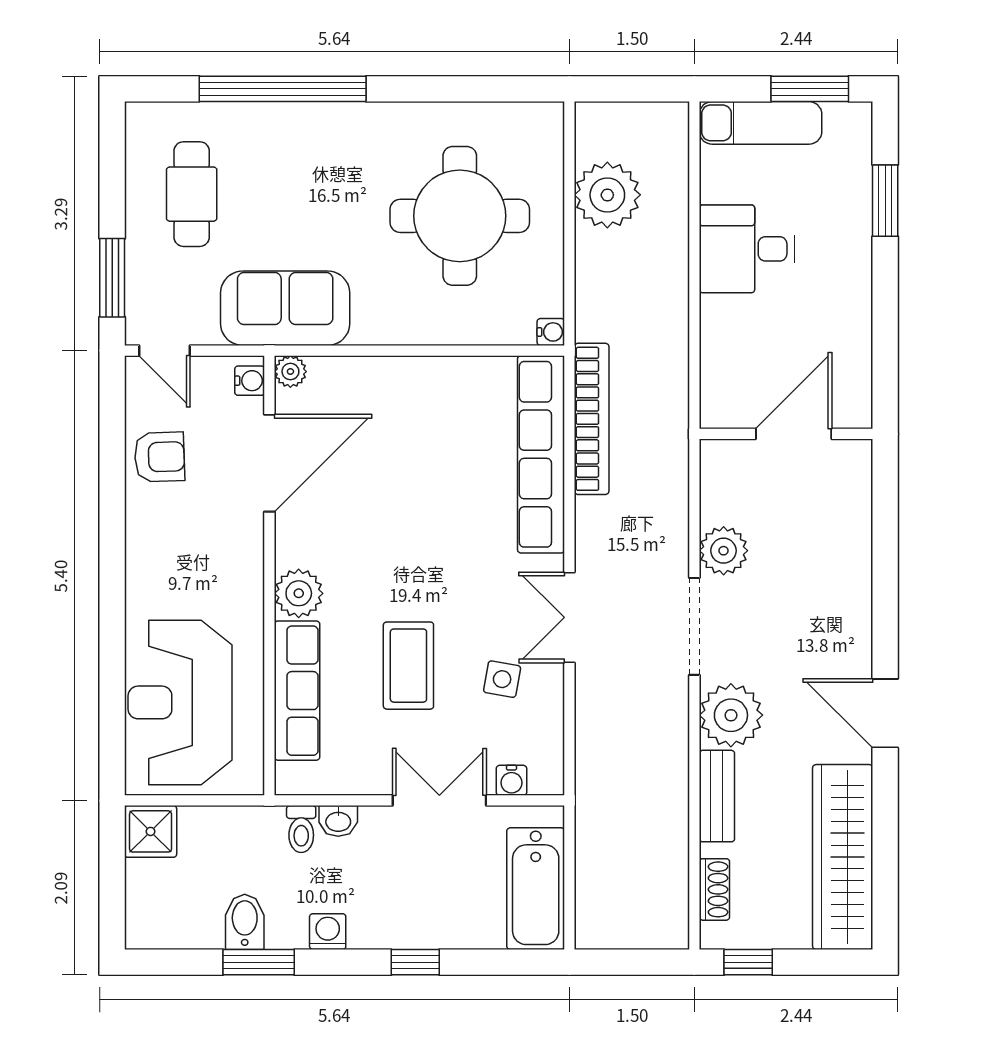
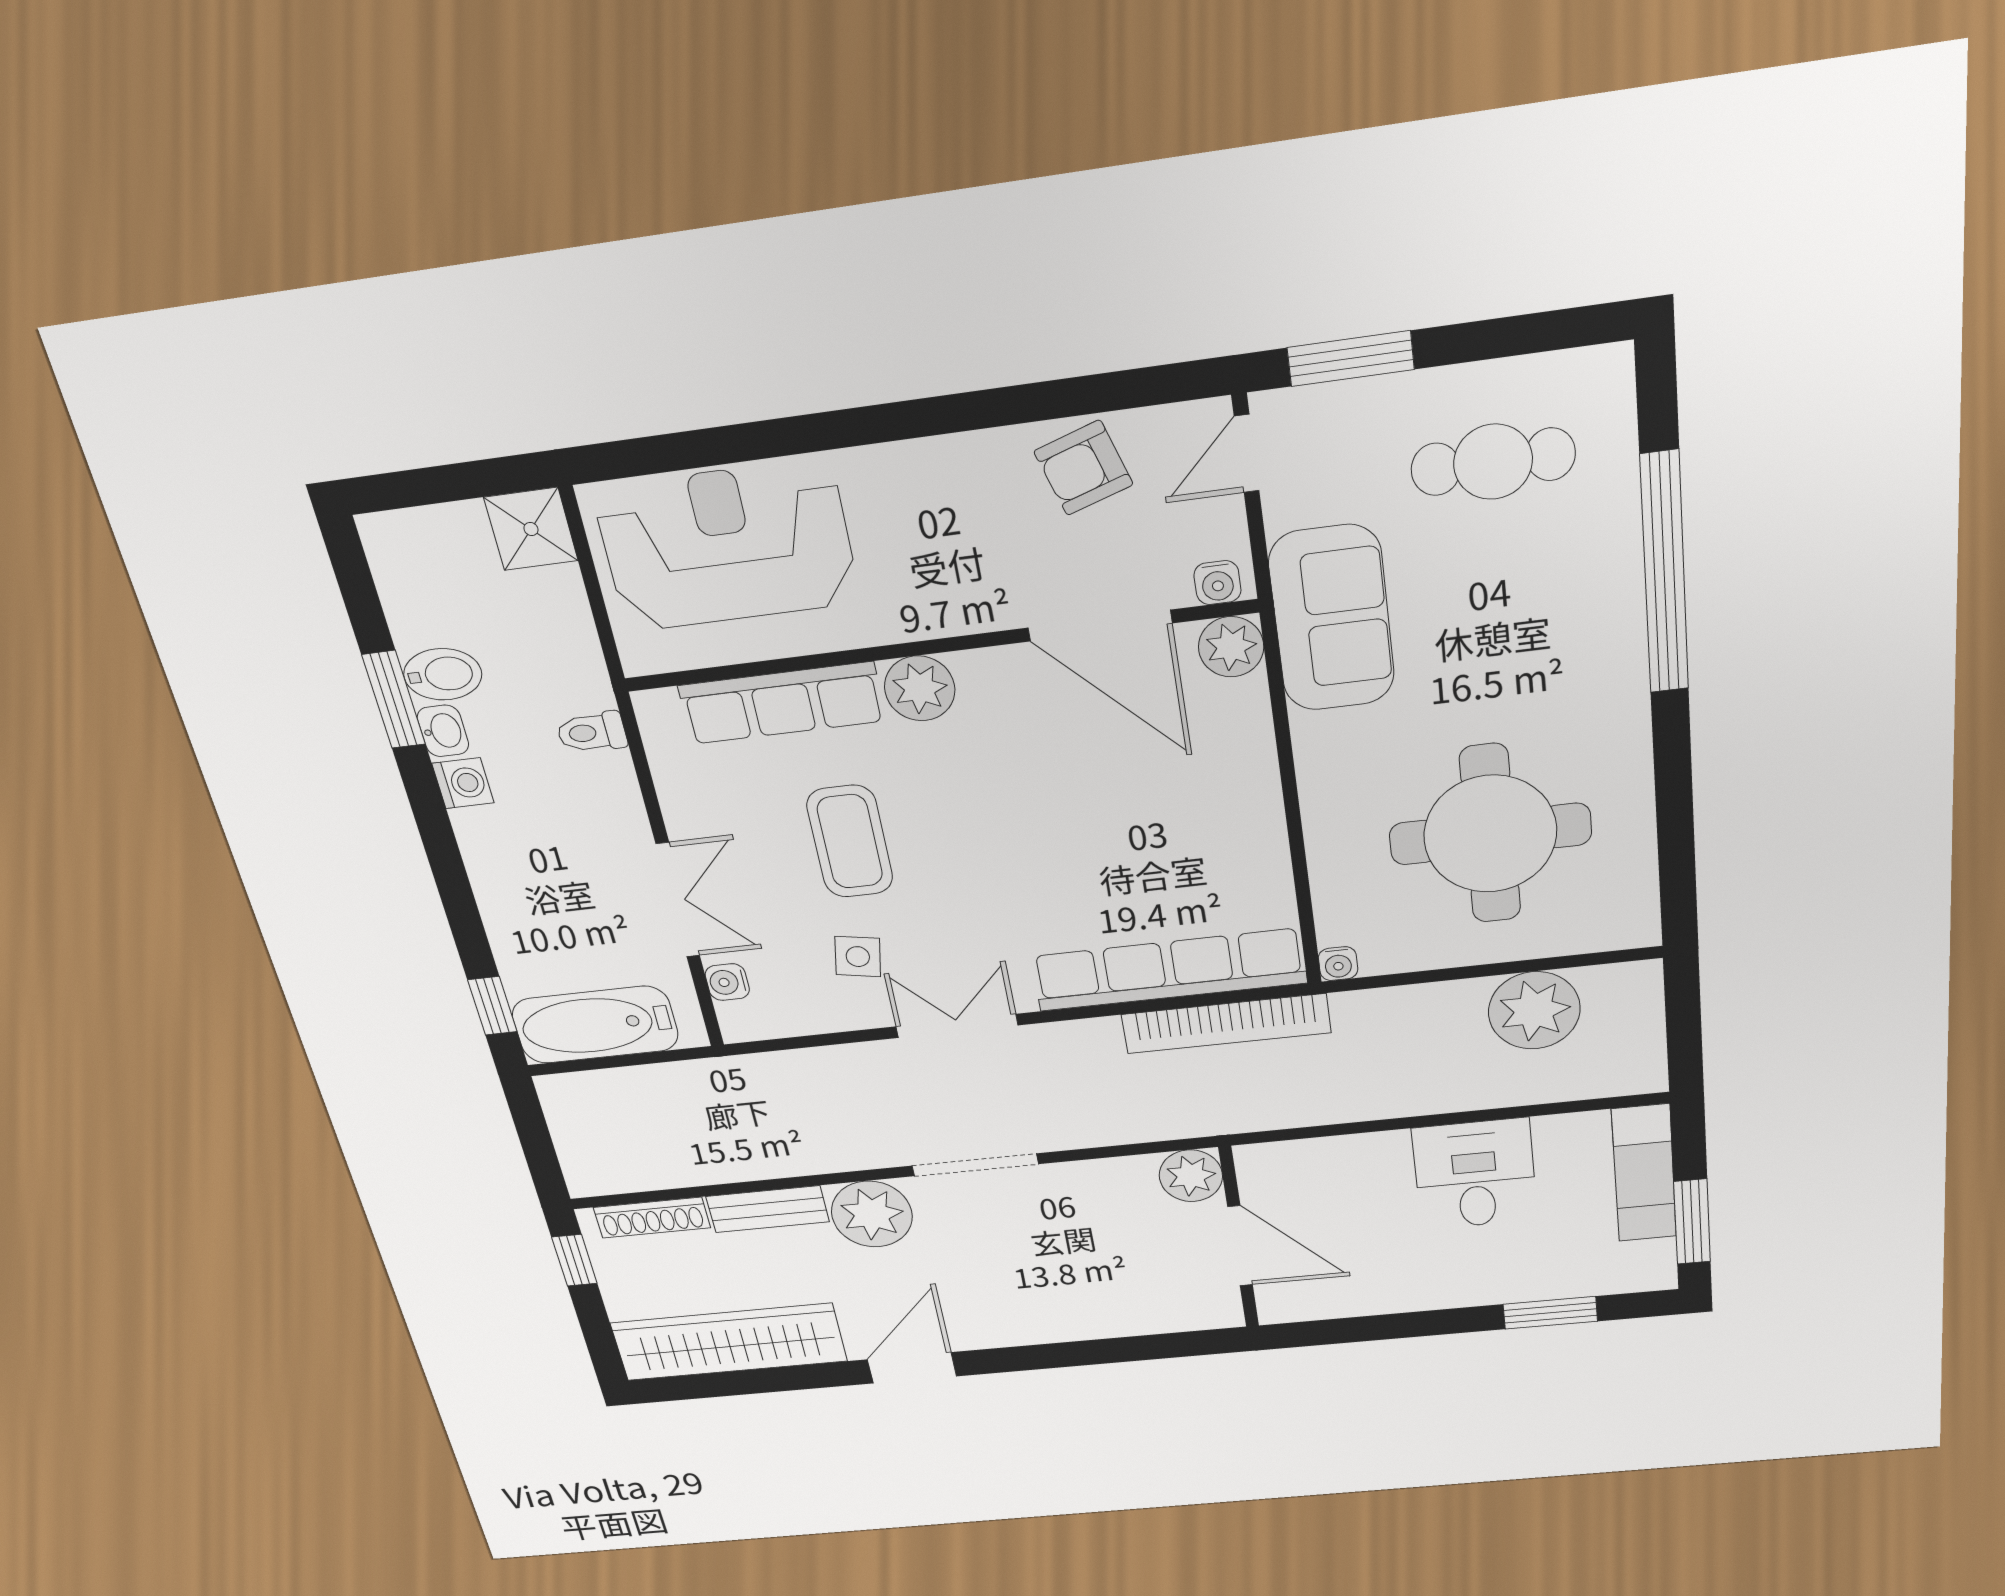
plant: (290, 372) -> (1231, 647), width x1.38, depth x1.38
armchair: (159, 457) -> (1084, 468), turned 74
plant: (724, 551) -> (1191, 1176), moved
coffee table: (408, 666) -> (850, 841), turned 90
washbasin: (338, 821) -> (443, 731), moved, turned 180
shoe rack: (714, 889) -> (652, 1218), width x1.43
window: (415, 962) -> (492, 1006), moved

